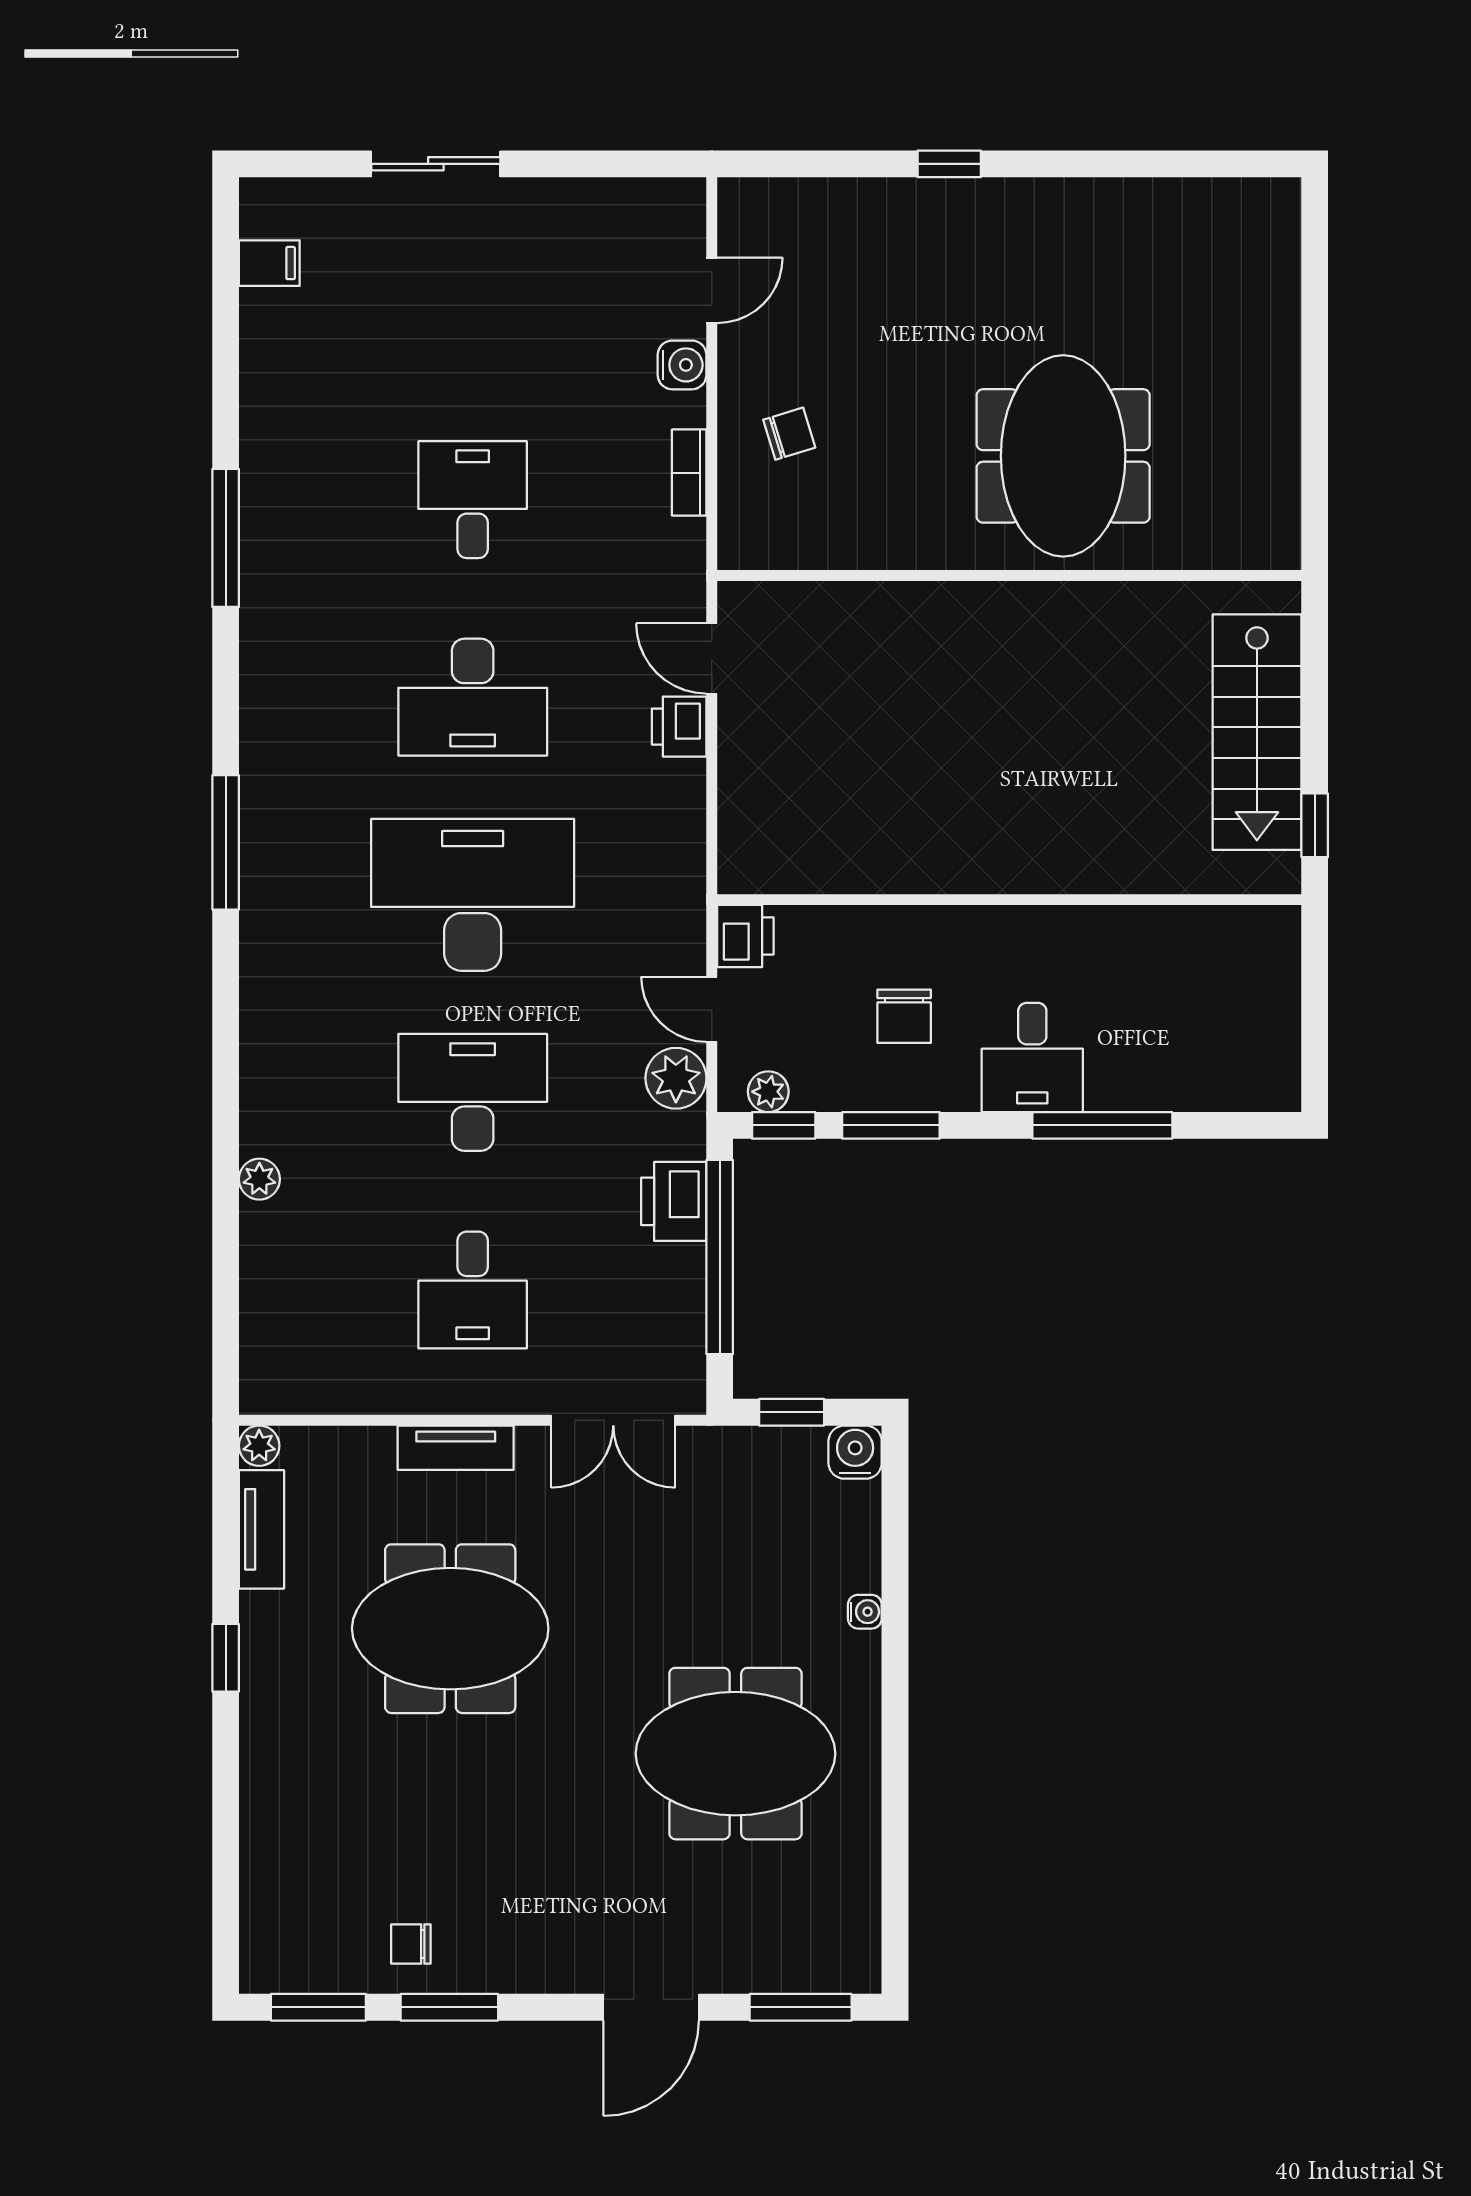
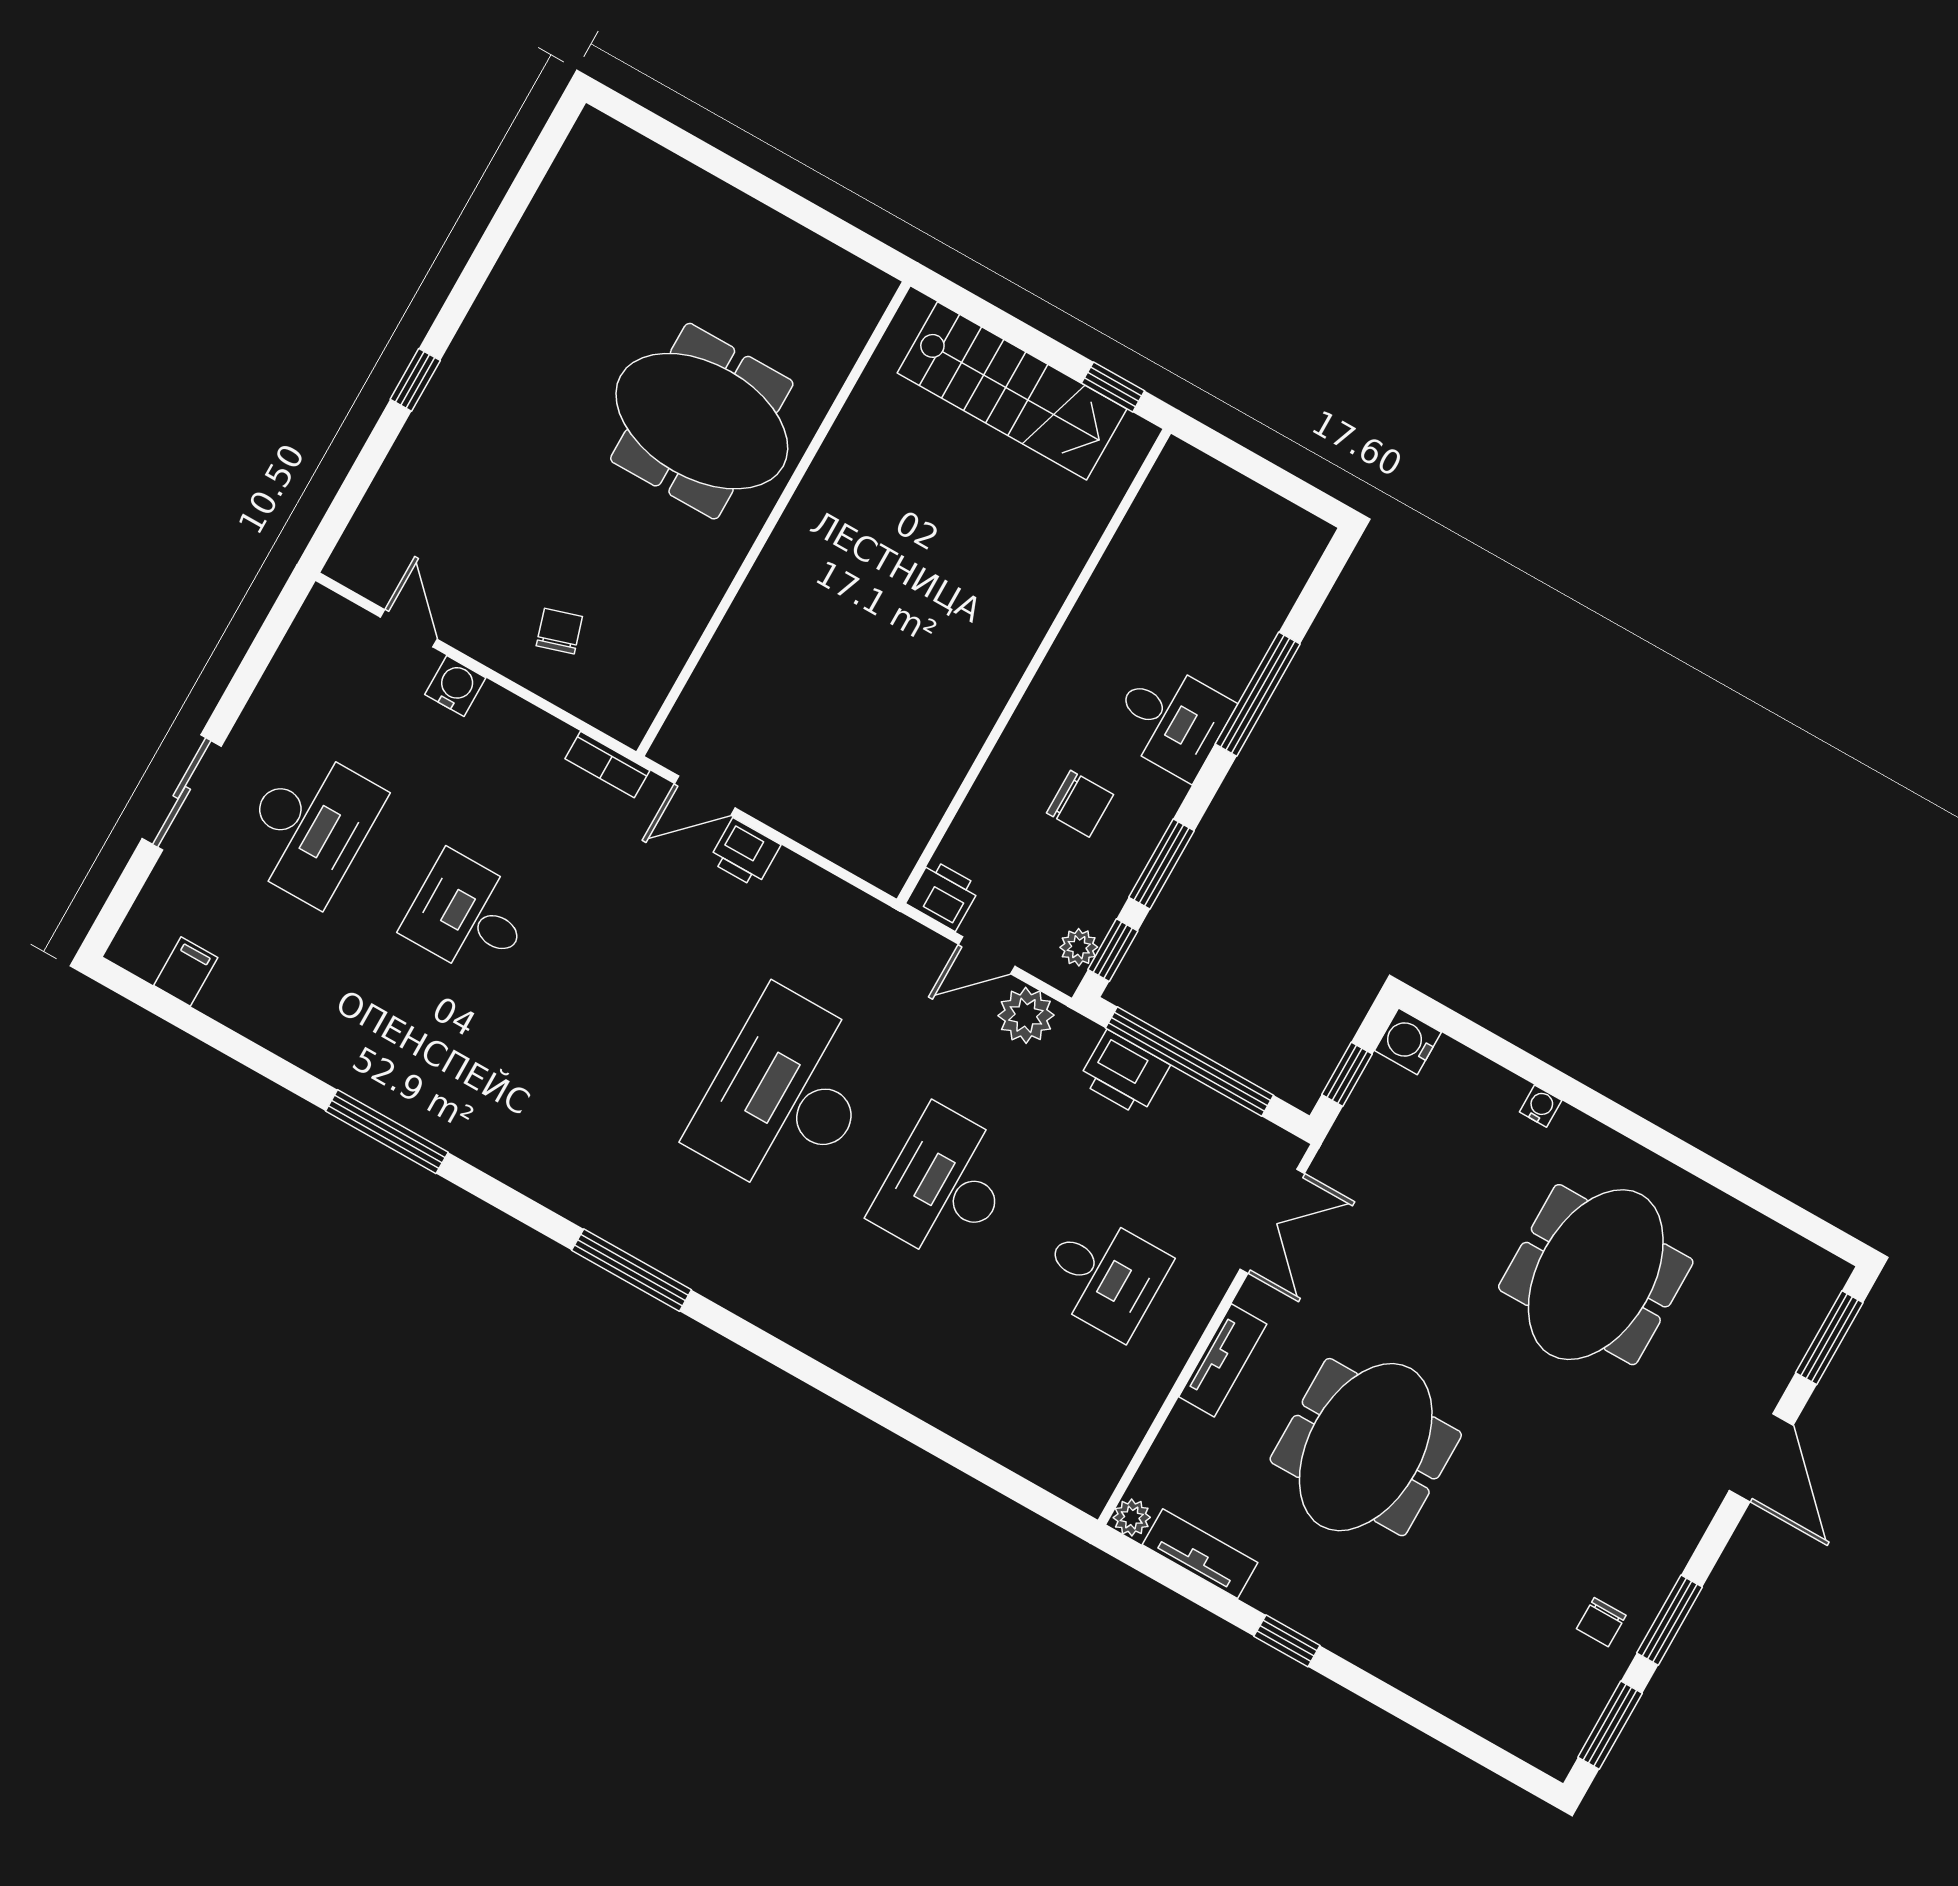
bookcase: (689, 473) -> (607, 765), moved
desk: (473, 697) -> (309, 826), moved
plant: (259, 1179) -> (918, 1396), removed

